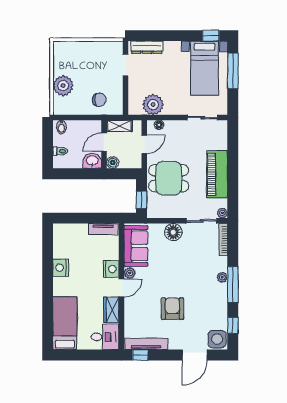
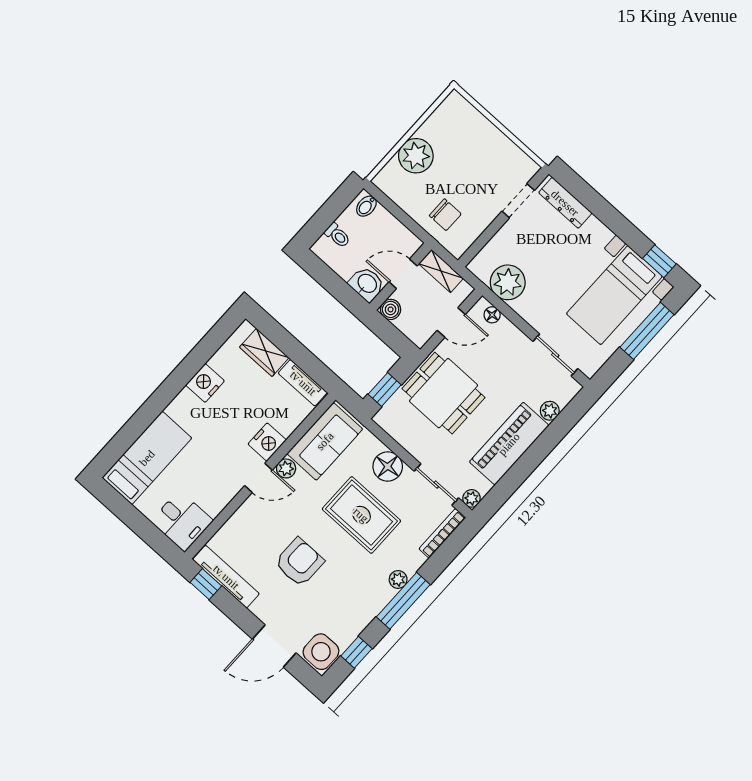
plant: (222, 144) -> (550, 411), added
rug: (181, 264) -> (361, 515), added
wardrobe: (111, 310) -> (264, 352), moved, turned -90

